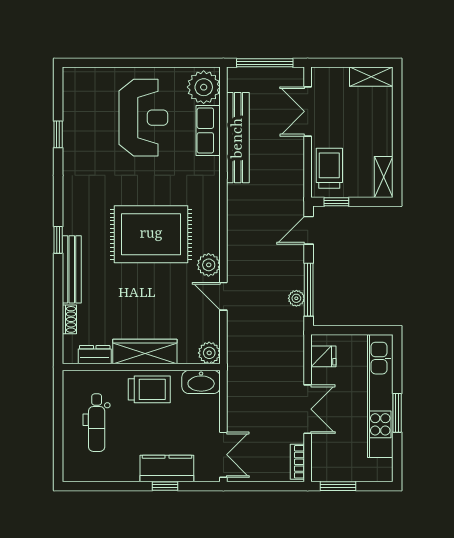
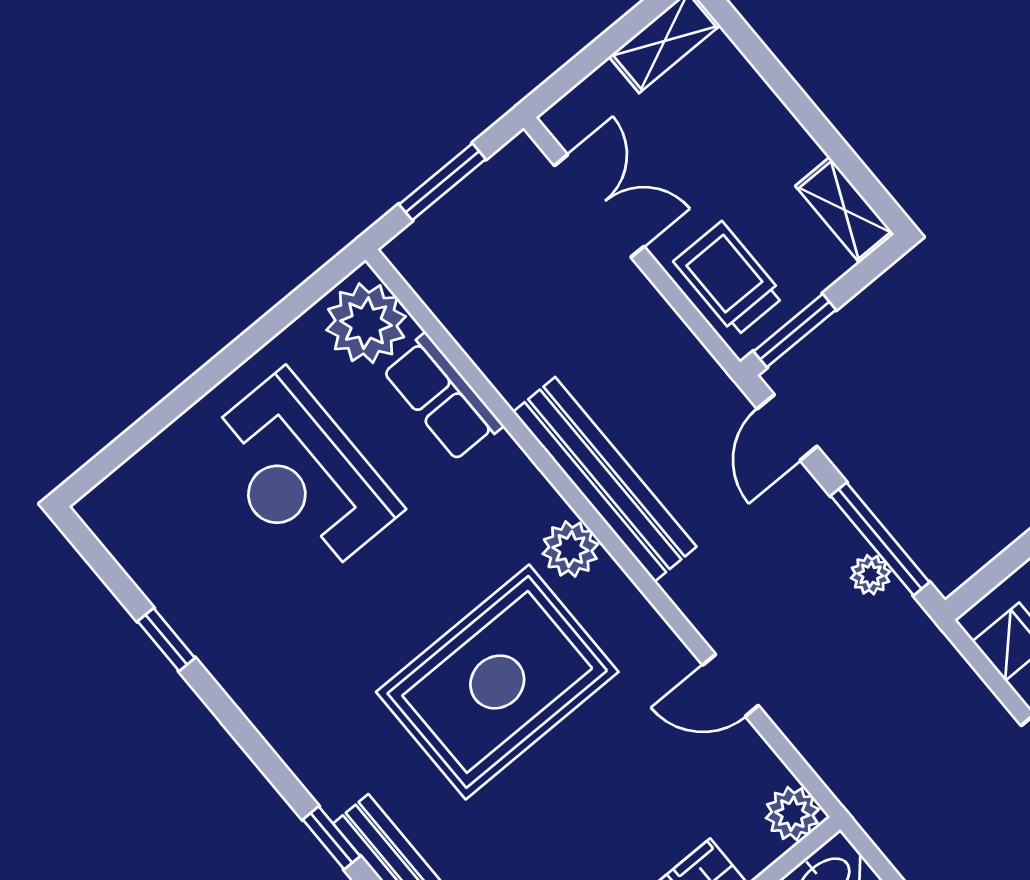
window: (265, 63) -> (442, 182), width x0.69
double door: (308, 111) -> (599, 206), swing flipped
reception desk: (143, 118) -> (301, 475), turned 180
bench: (238, 138) -> (605, 479), moved
window: (336, 202) -> (795, 331), width x1.50
plant: (209, 265) -> (570, 549), moved

